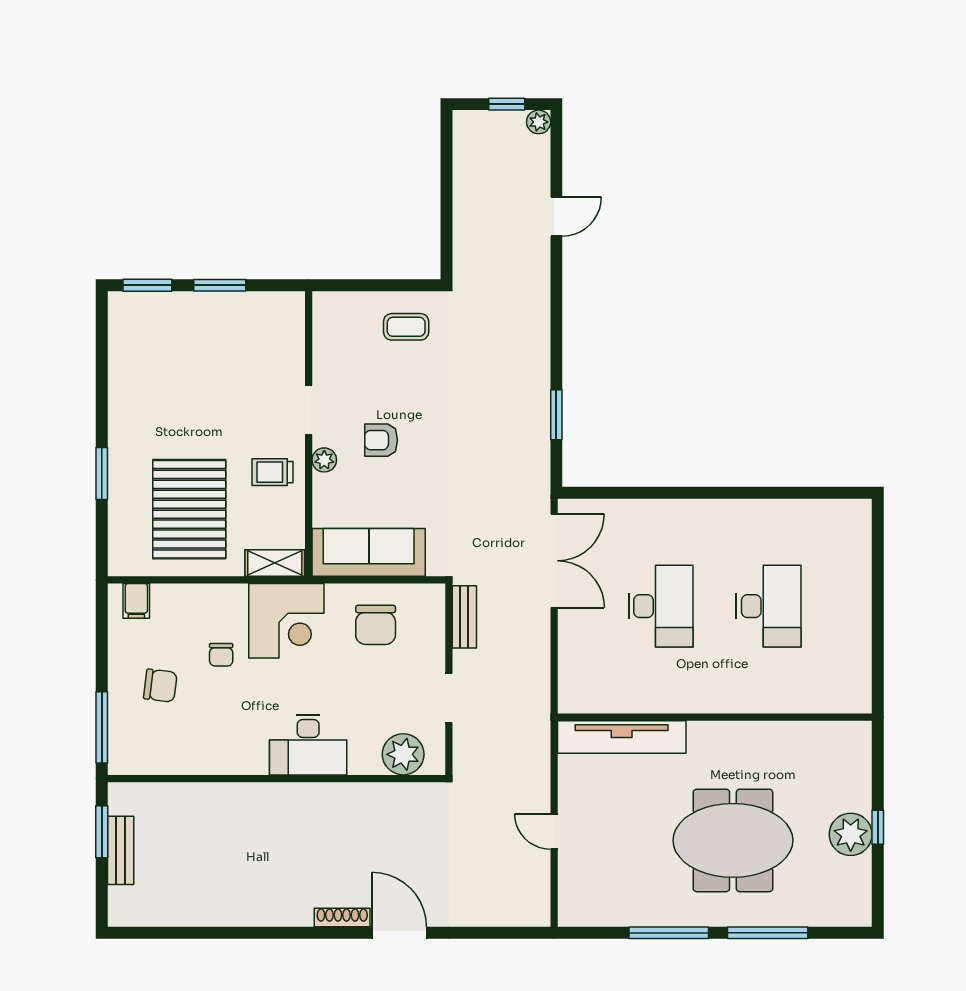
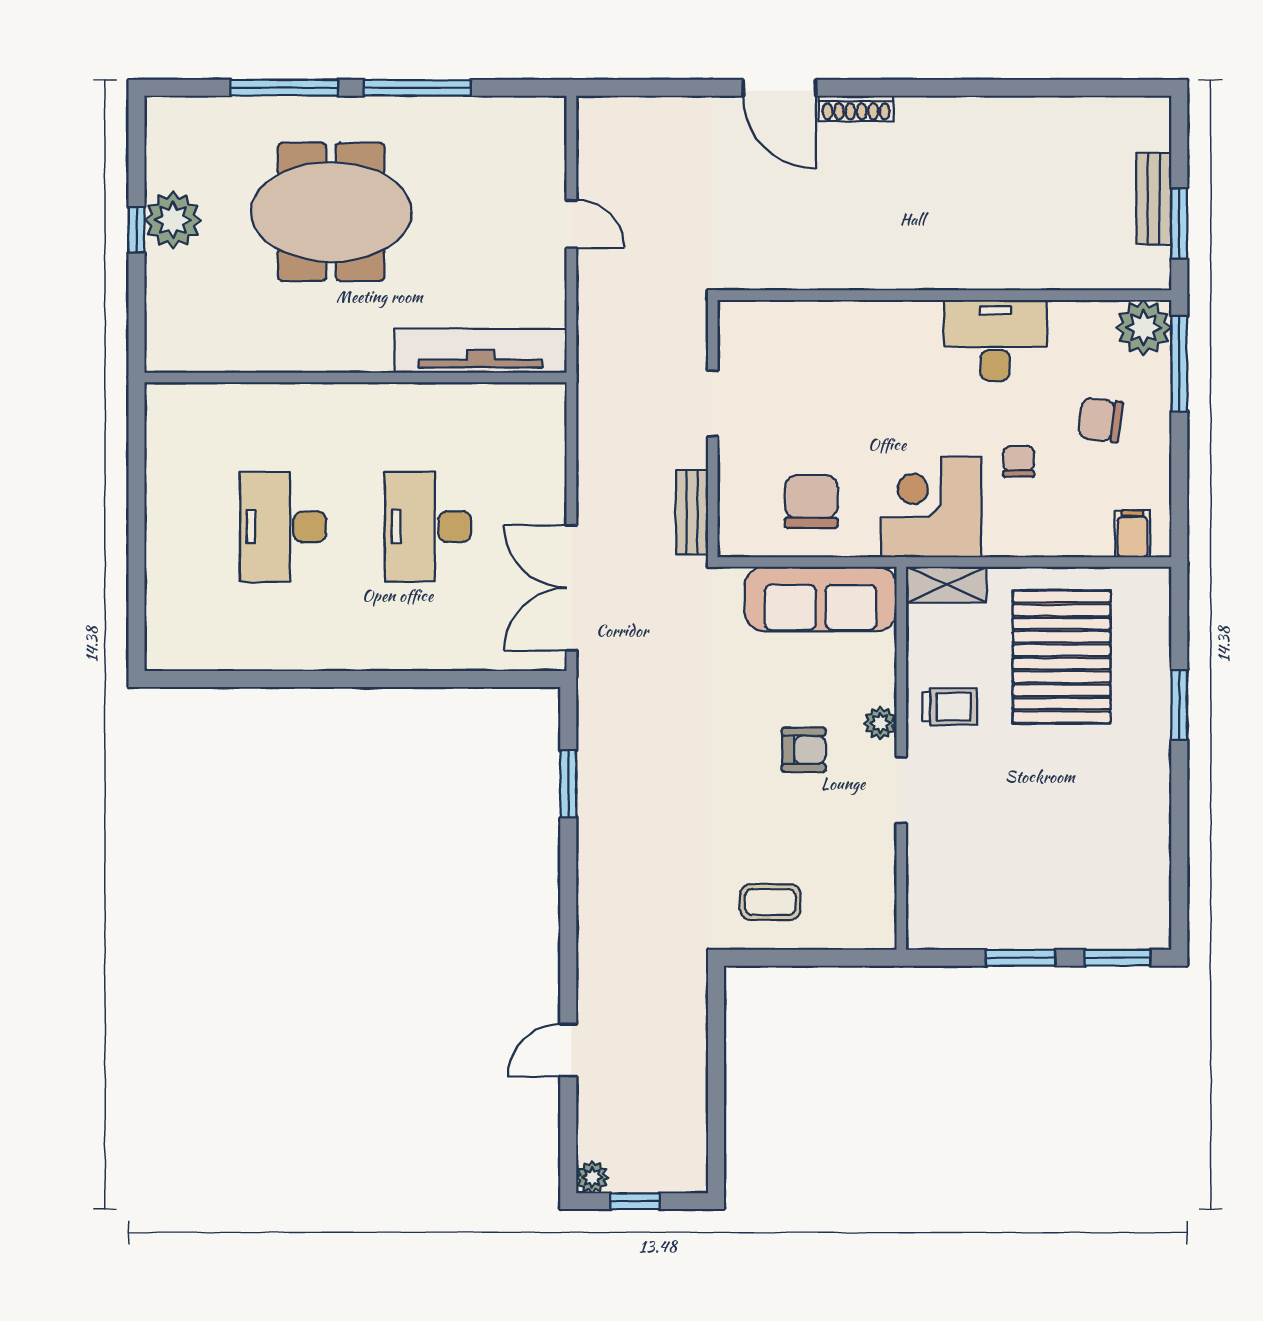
desk: (308, 745) -> (995, 340), moved
plant: (403, 754) -> (1144, 328), moved

